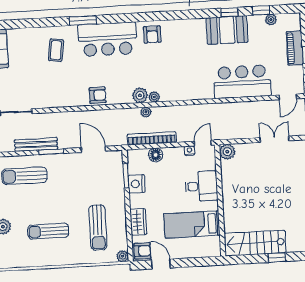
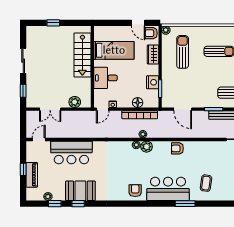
plant: (227, 152) -> (75, 102), moved
stairs: (255, 243) -> (82, 55), moved, turned 90

